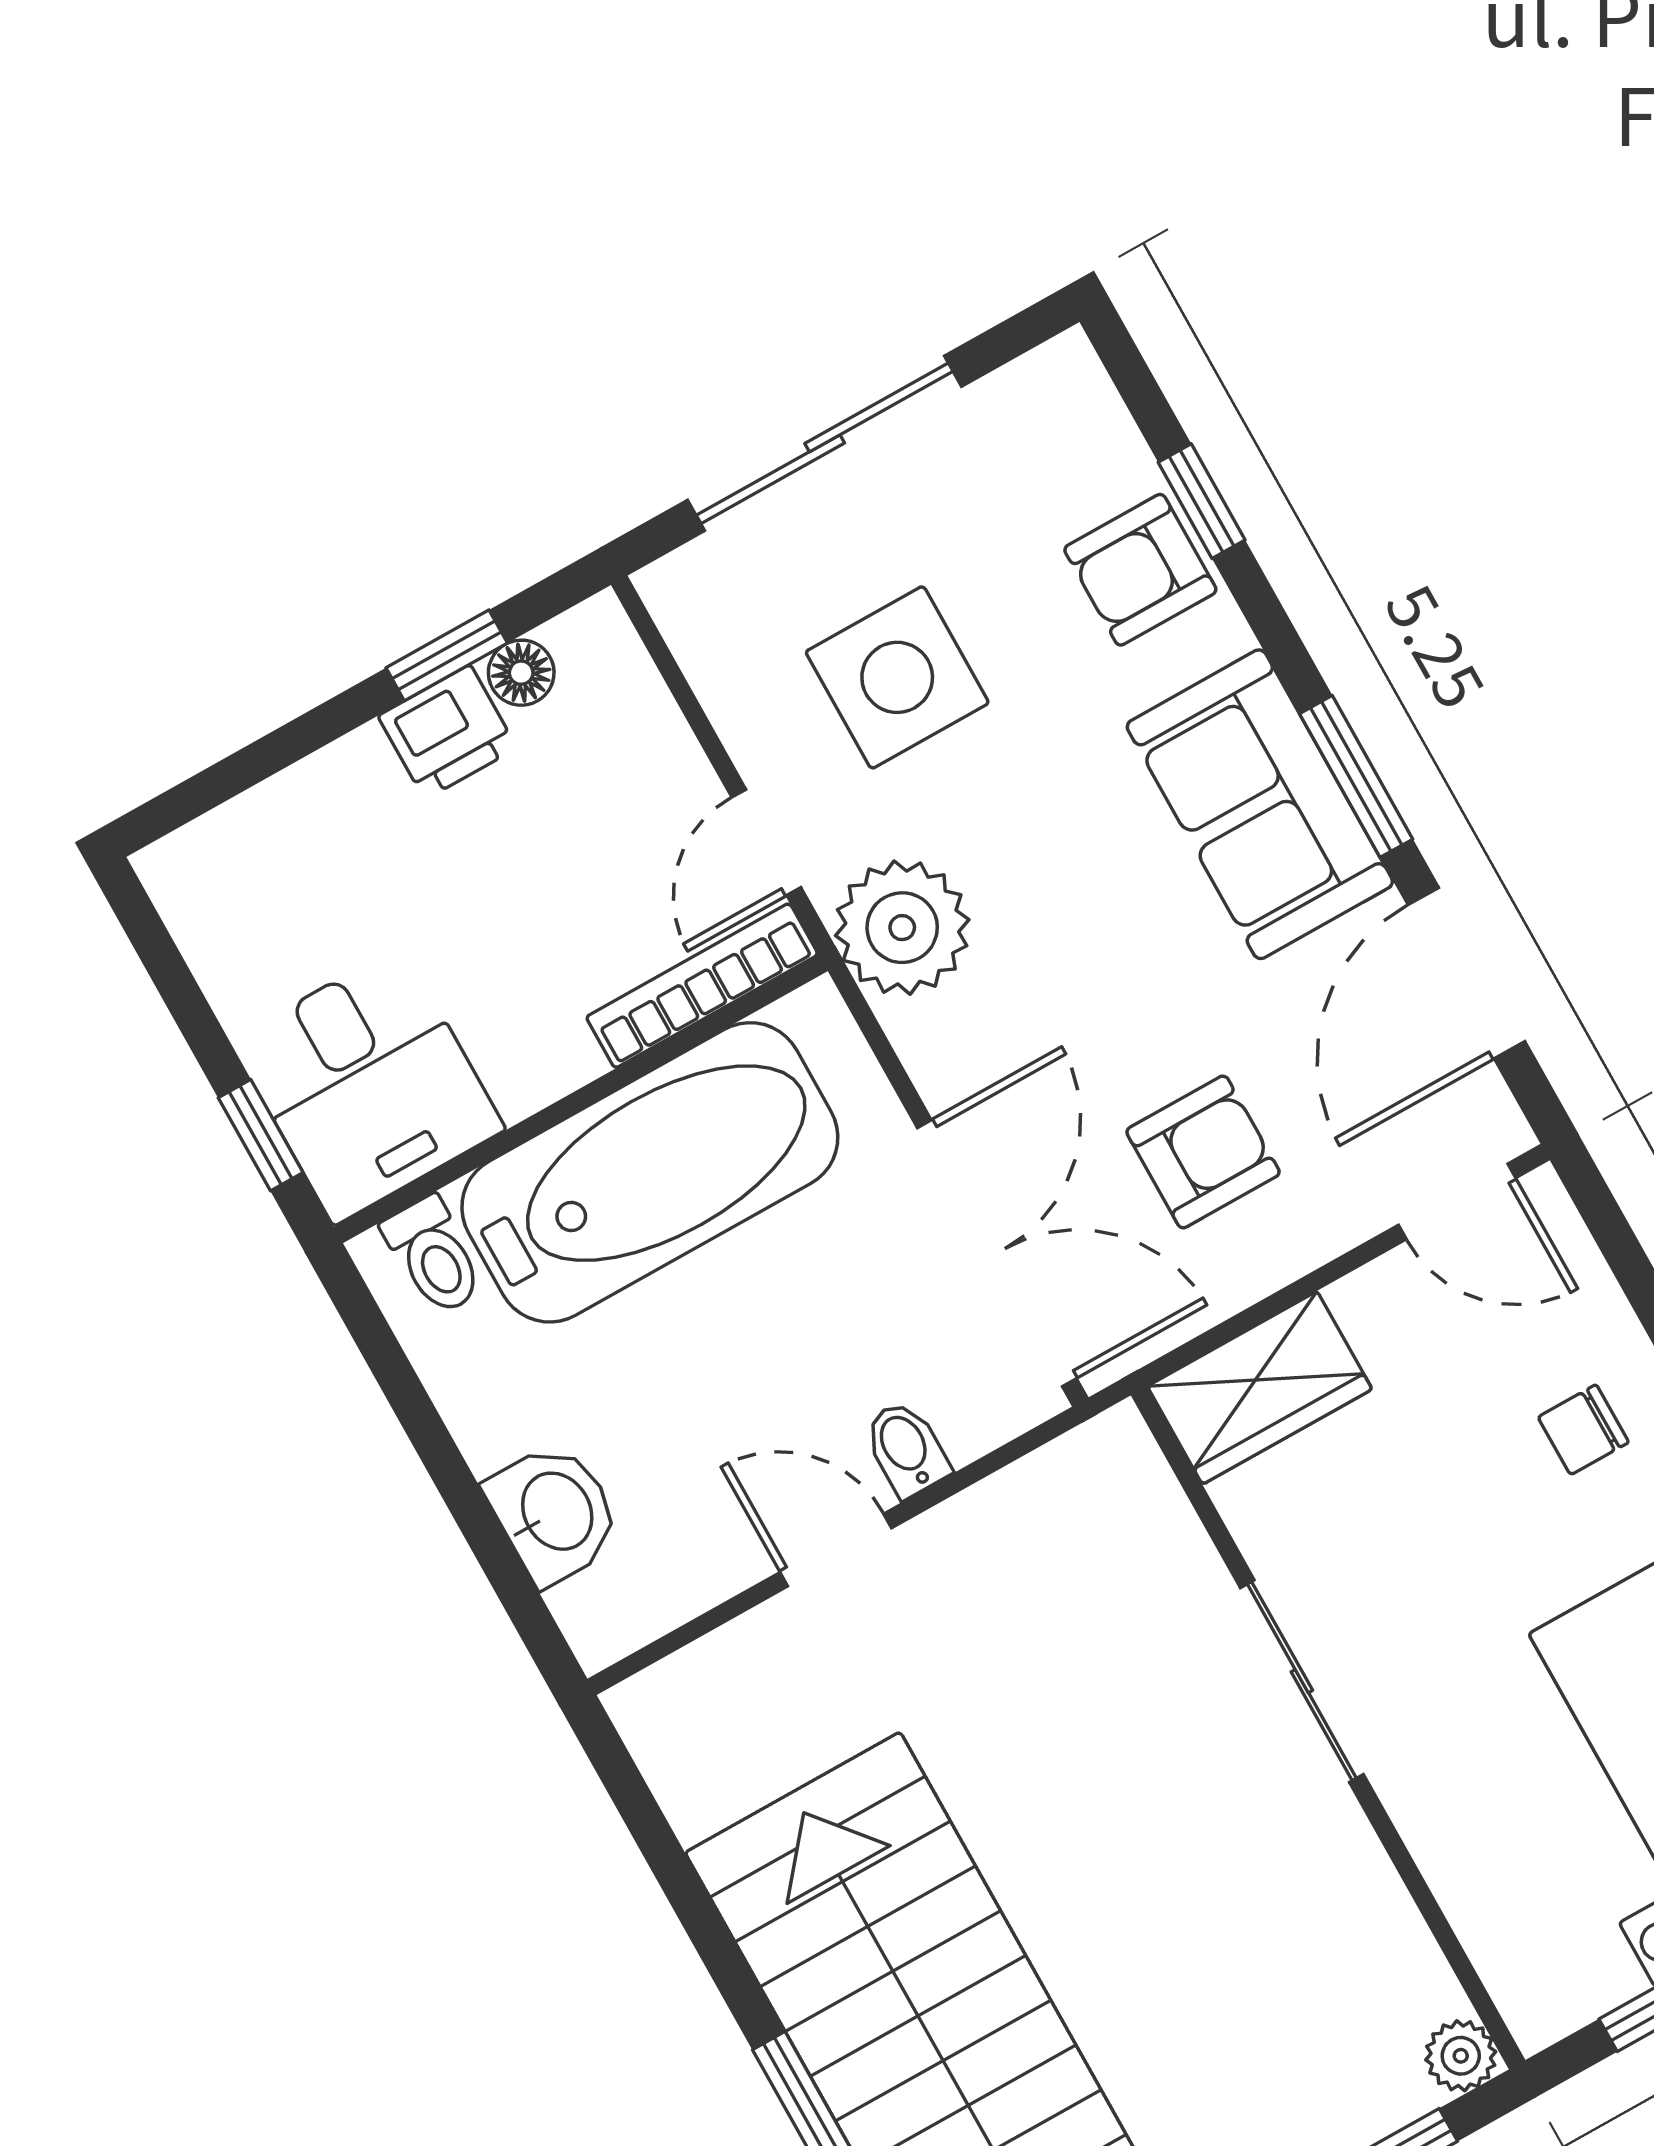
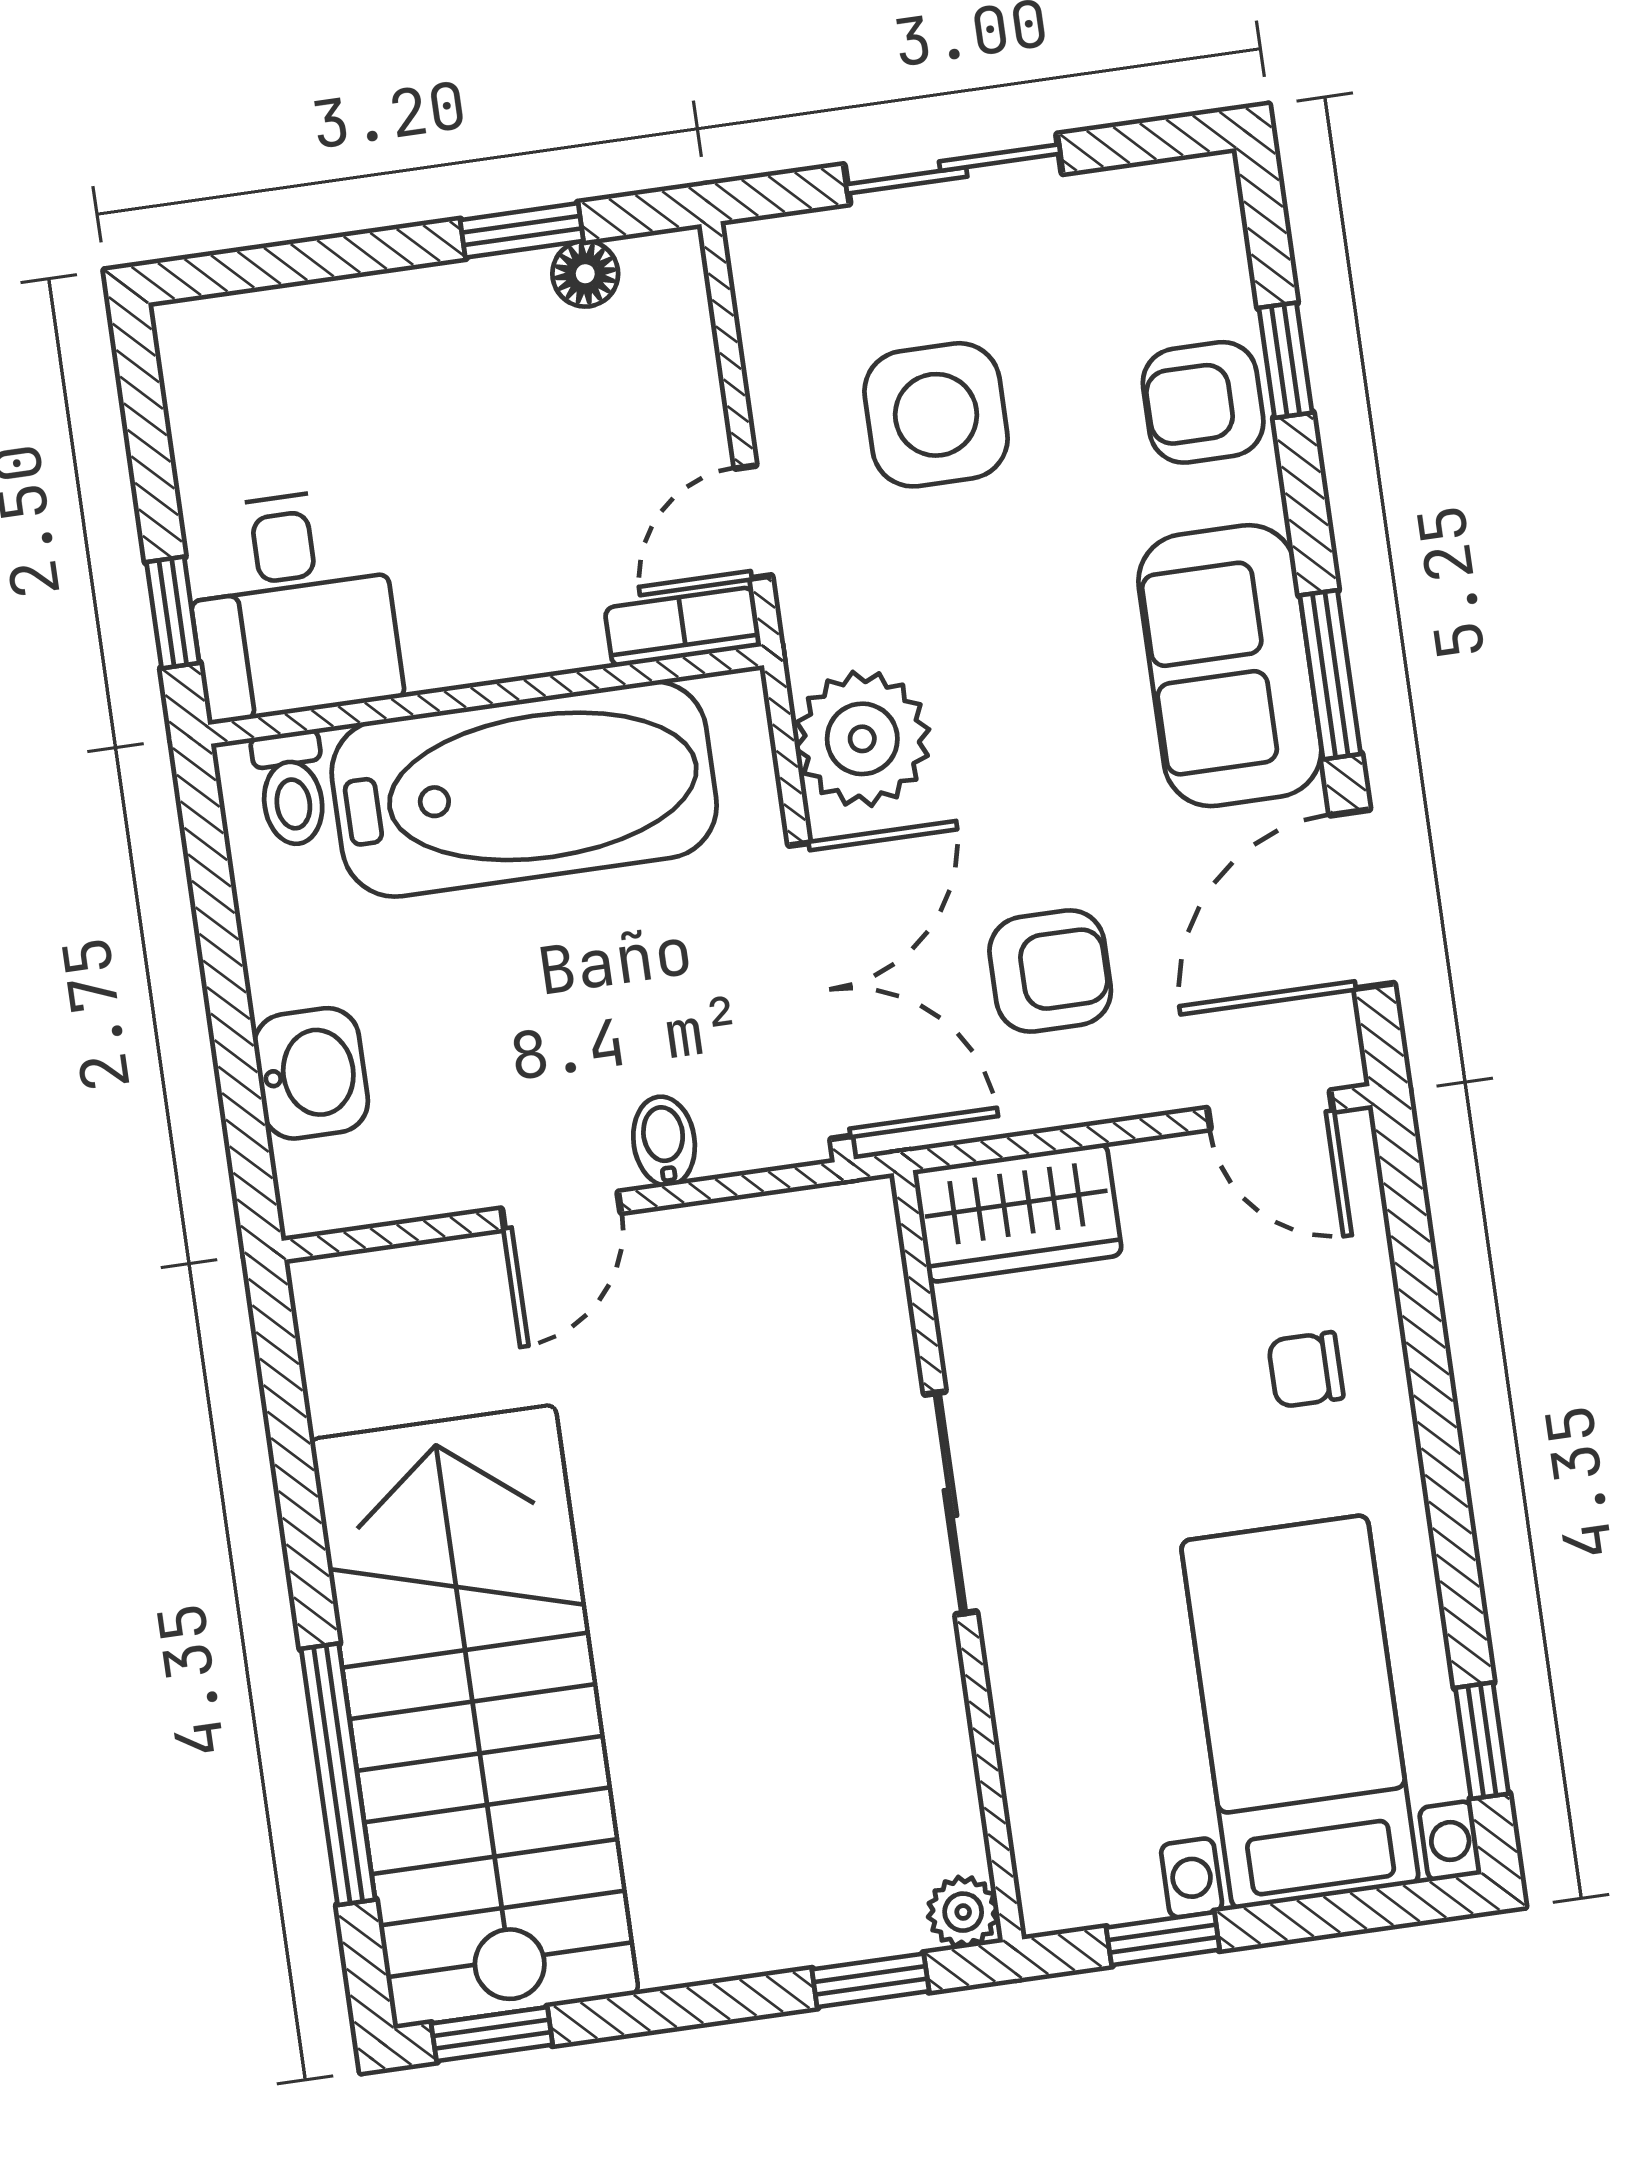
sliding door: (825, 443) -> (953, 169), width x0.73
printer: (447, 732) -> (494, 303), removed
plant: (902, 928) -> (862, 739), moved
bookcase: (702, 986) -> (683, 627), width x0.64
door: (836, 1550) -> (561, 1211), swing flipped

